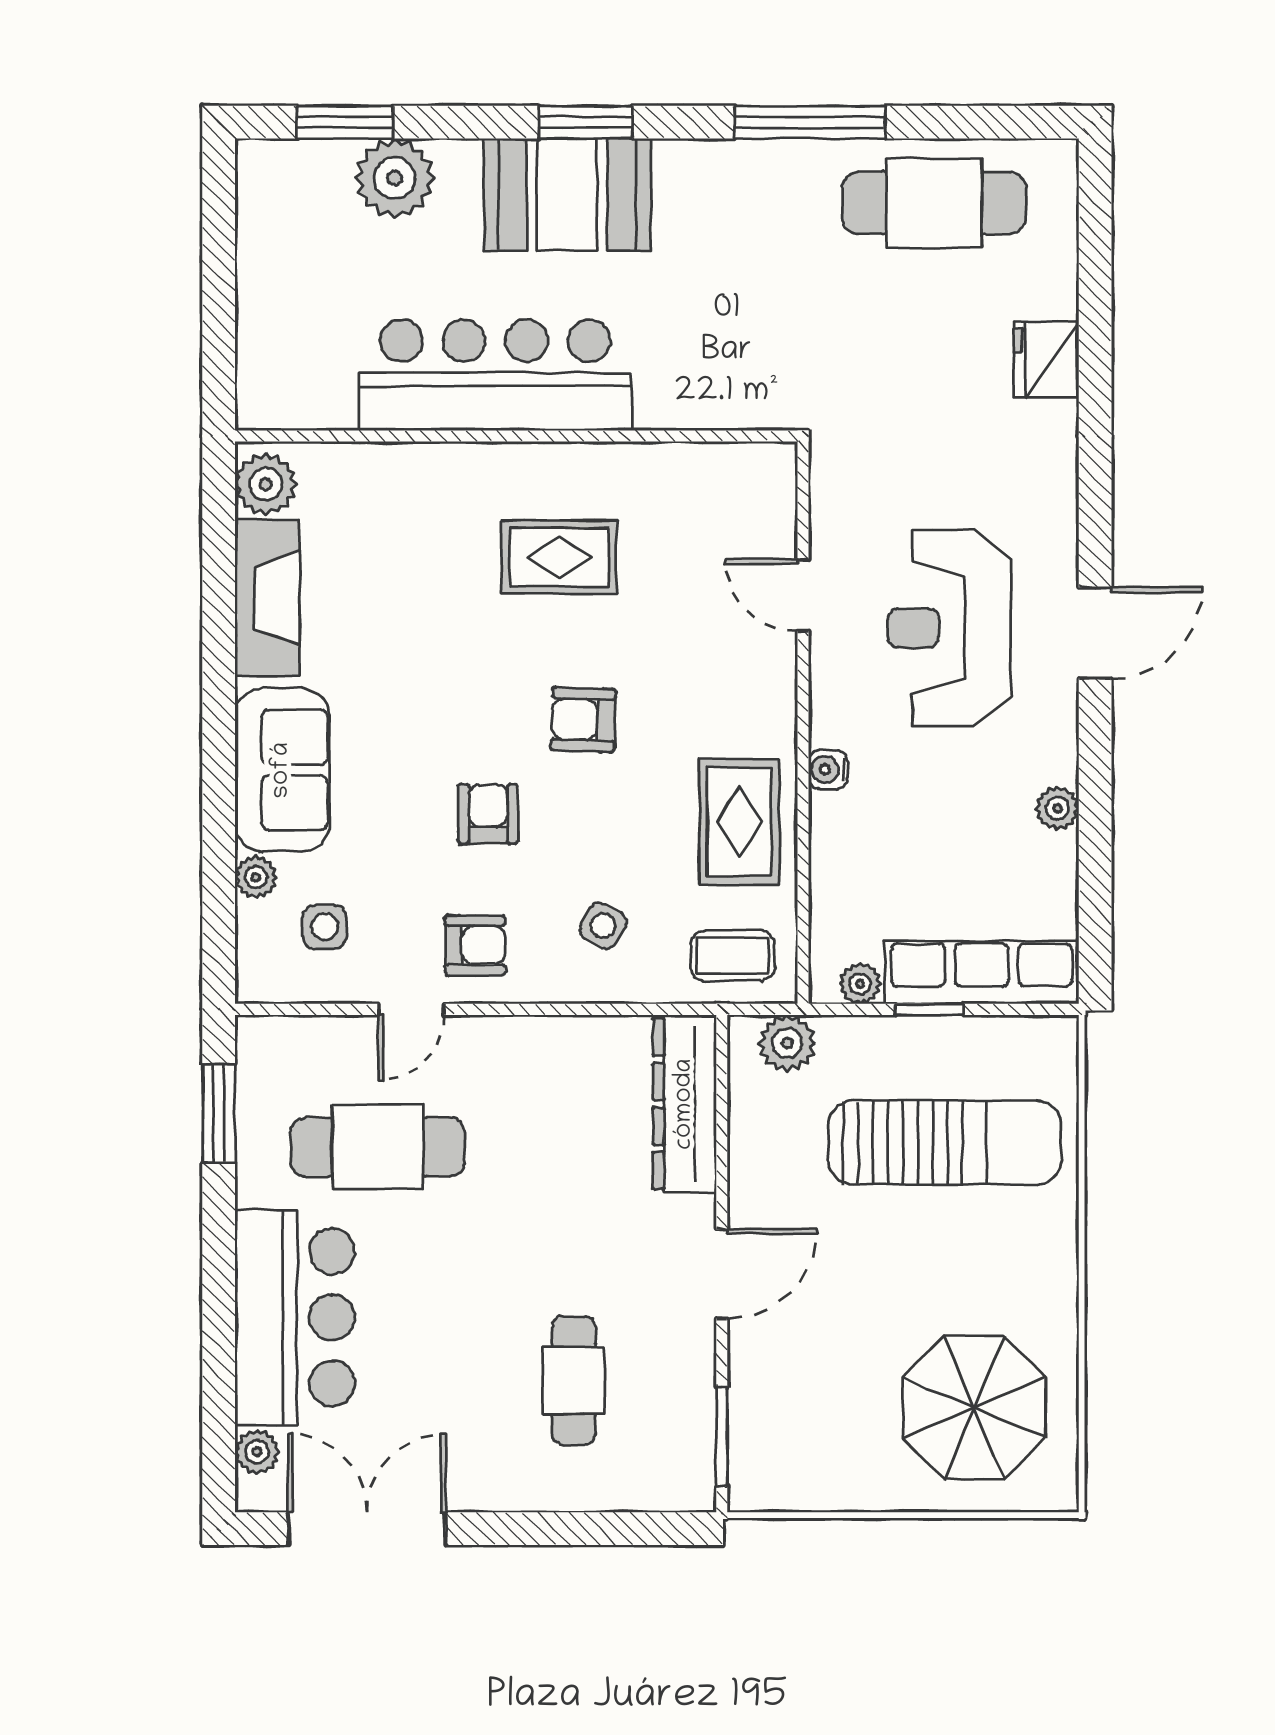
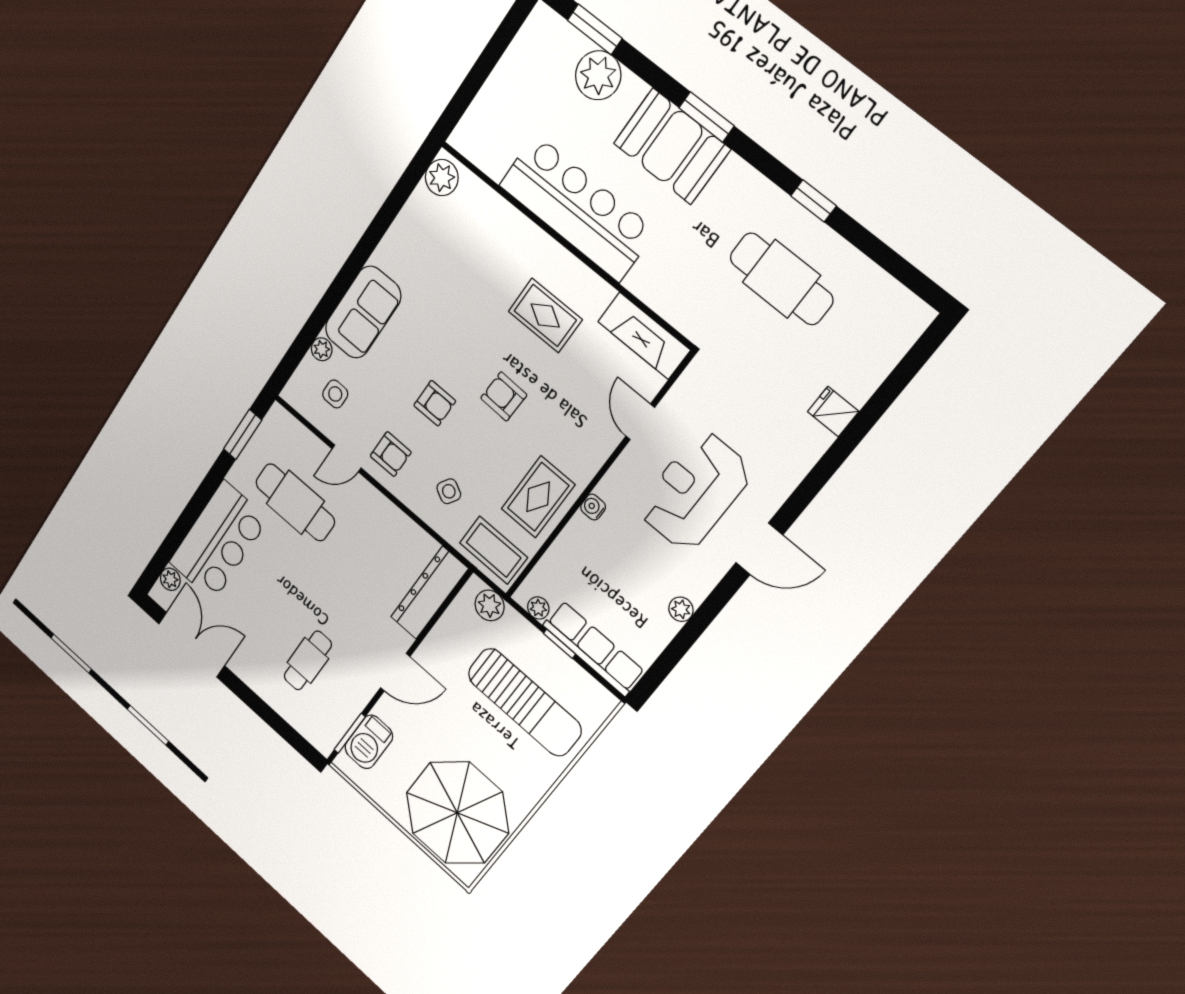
window: (810, 122) -> (814, 201), width x0.46
cafe table: (934, 203) -> (781, 279), moved
fridge: (1046, 360) -> (833, 411), width x0.72
fireplace: (267, 598) -> (644, 336), moved, turned 90
armchair: (488, 814) -> (435, 403), turned 90
coffee table: (733, 956) -> (494, 550), width x1.36, depth x1.30
parasol: (974, 1408) -> (457, 813), width x1.36, depth x1.36
barbecue: (761, 1423) -> (369, 742), added

